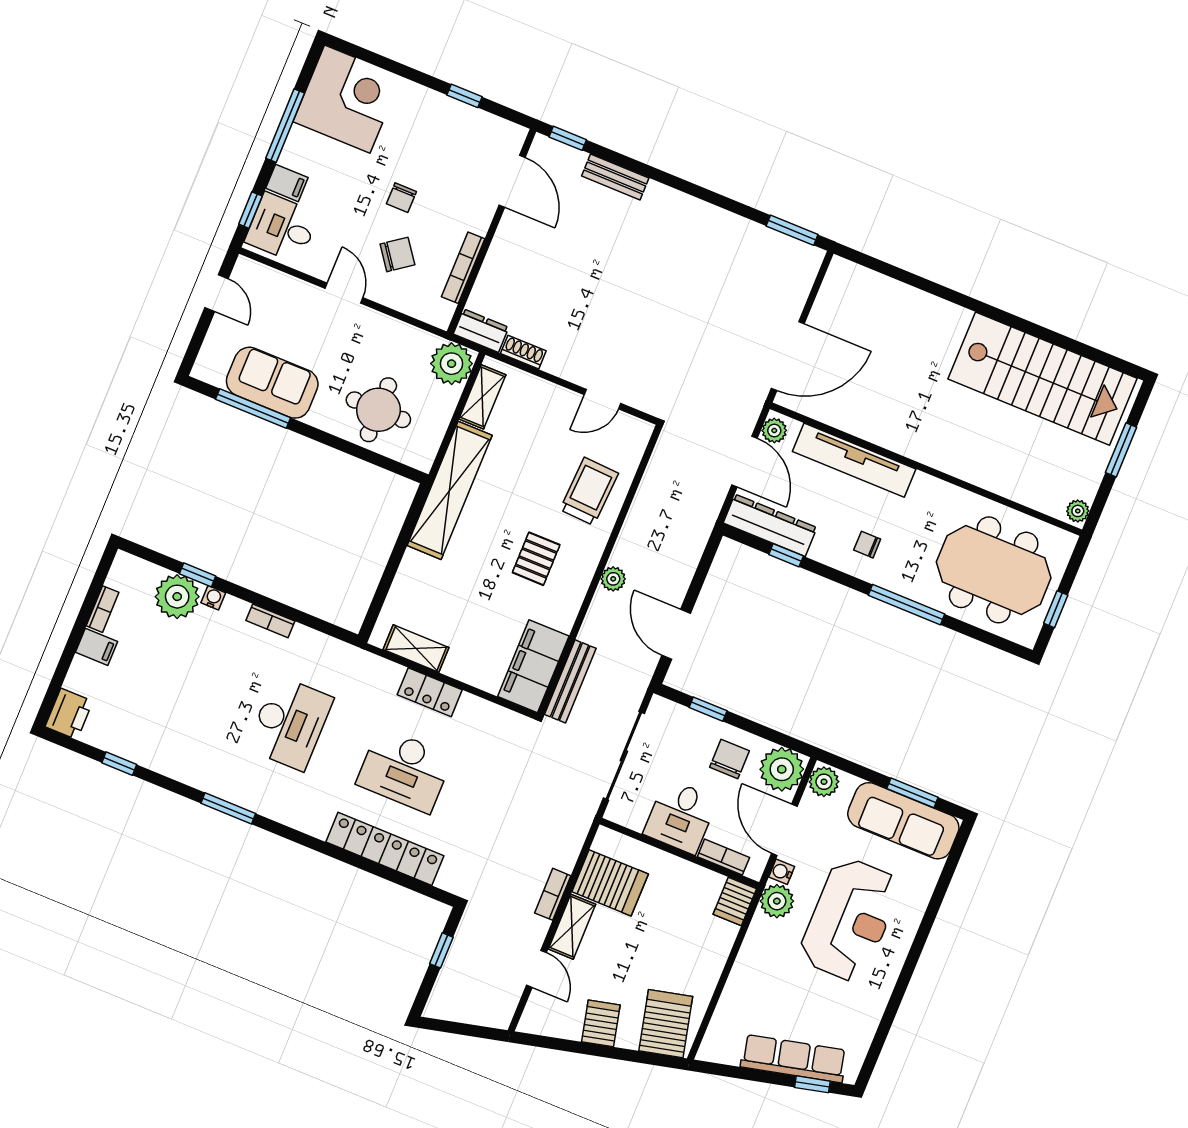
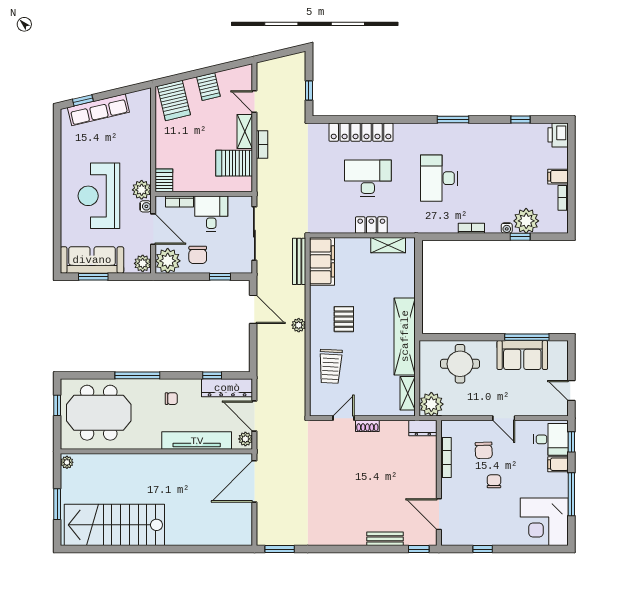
chair: (397, 254) -> (484, 450), turned -56
shoe rack: (523, 352) -> (367, 426), moved

